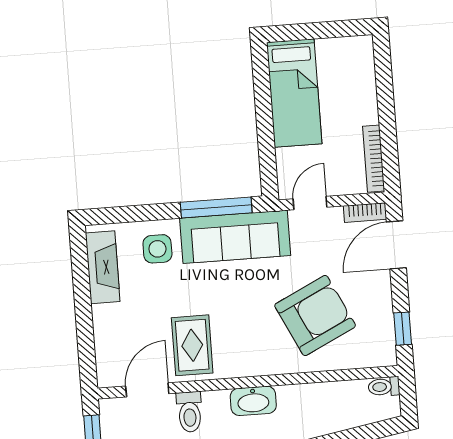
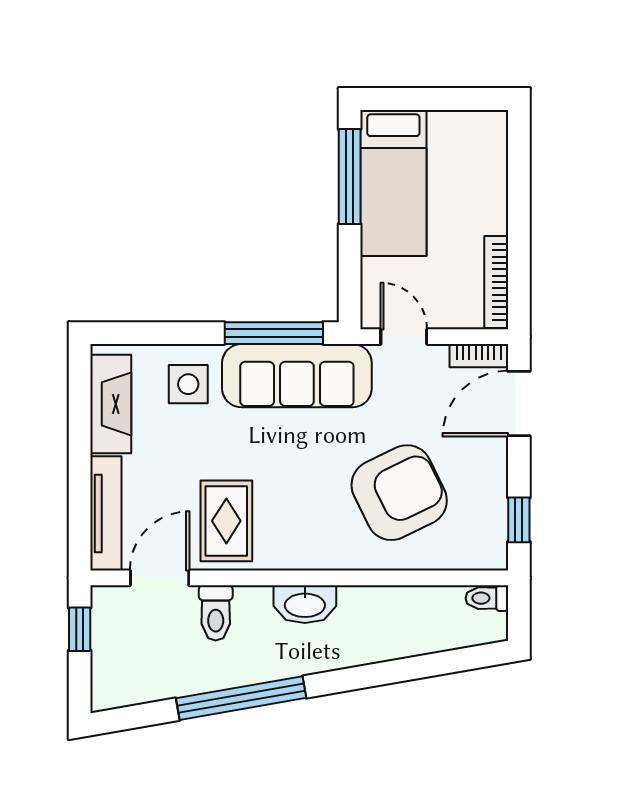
window: (262, 91) -> (350, 177), added
door: (310, 203) -> (404, 337), hinge flipped
tv unit: (105, 346) -> (106, 513), added

